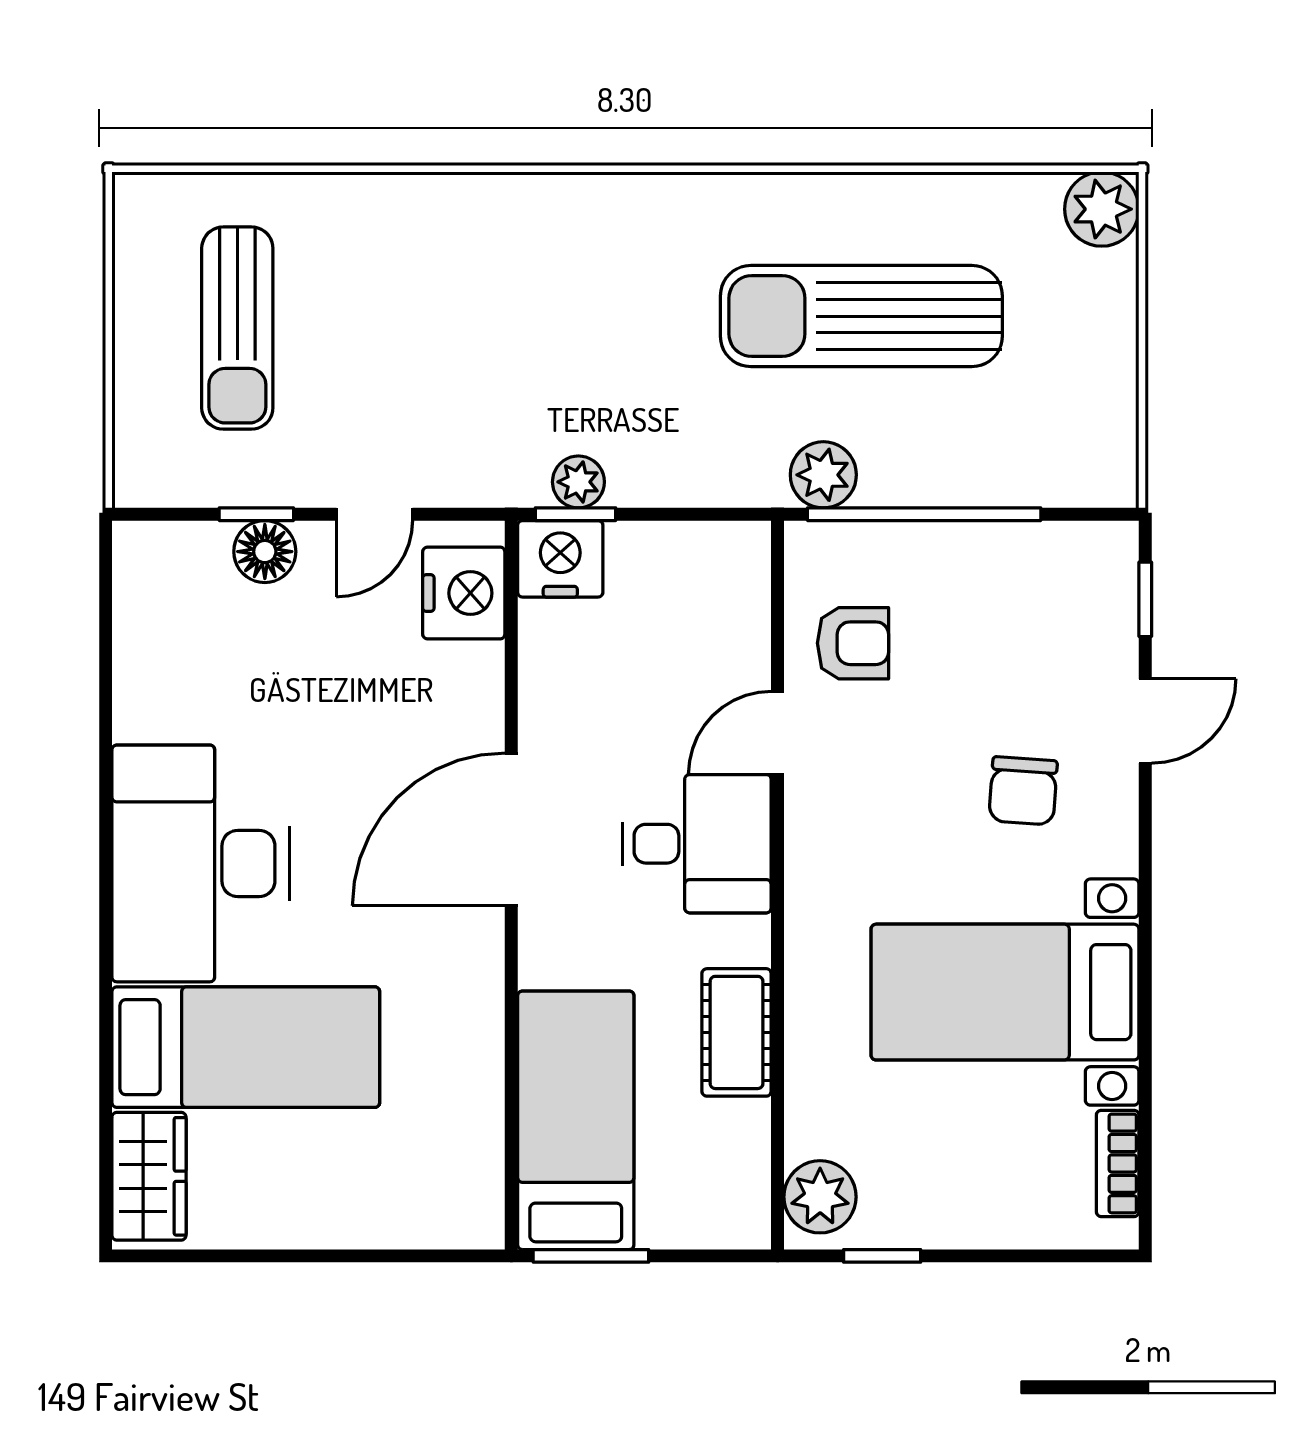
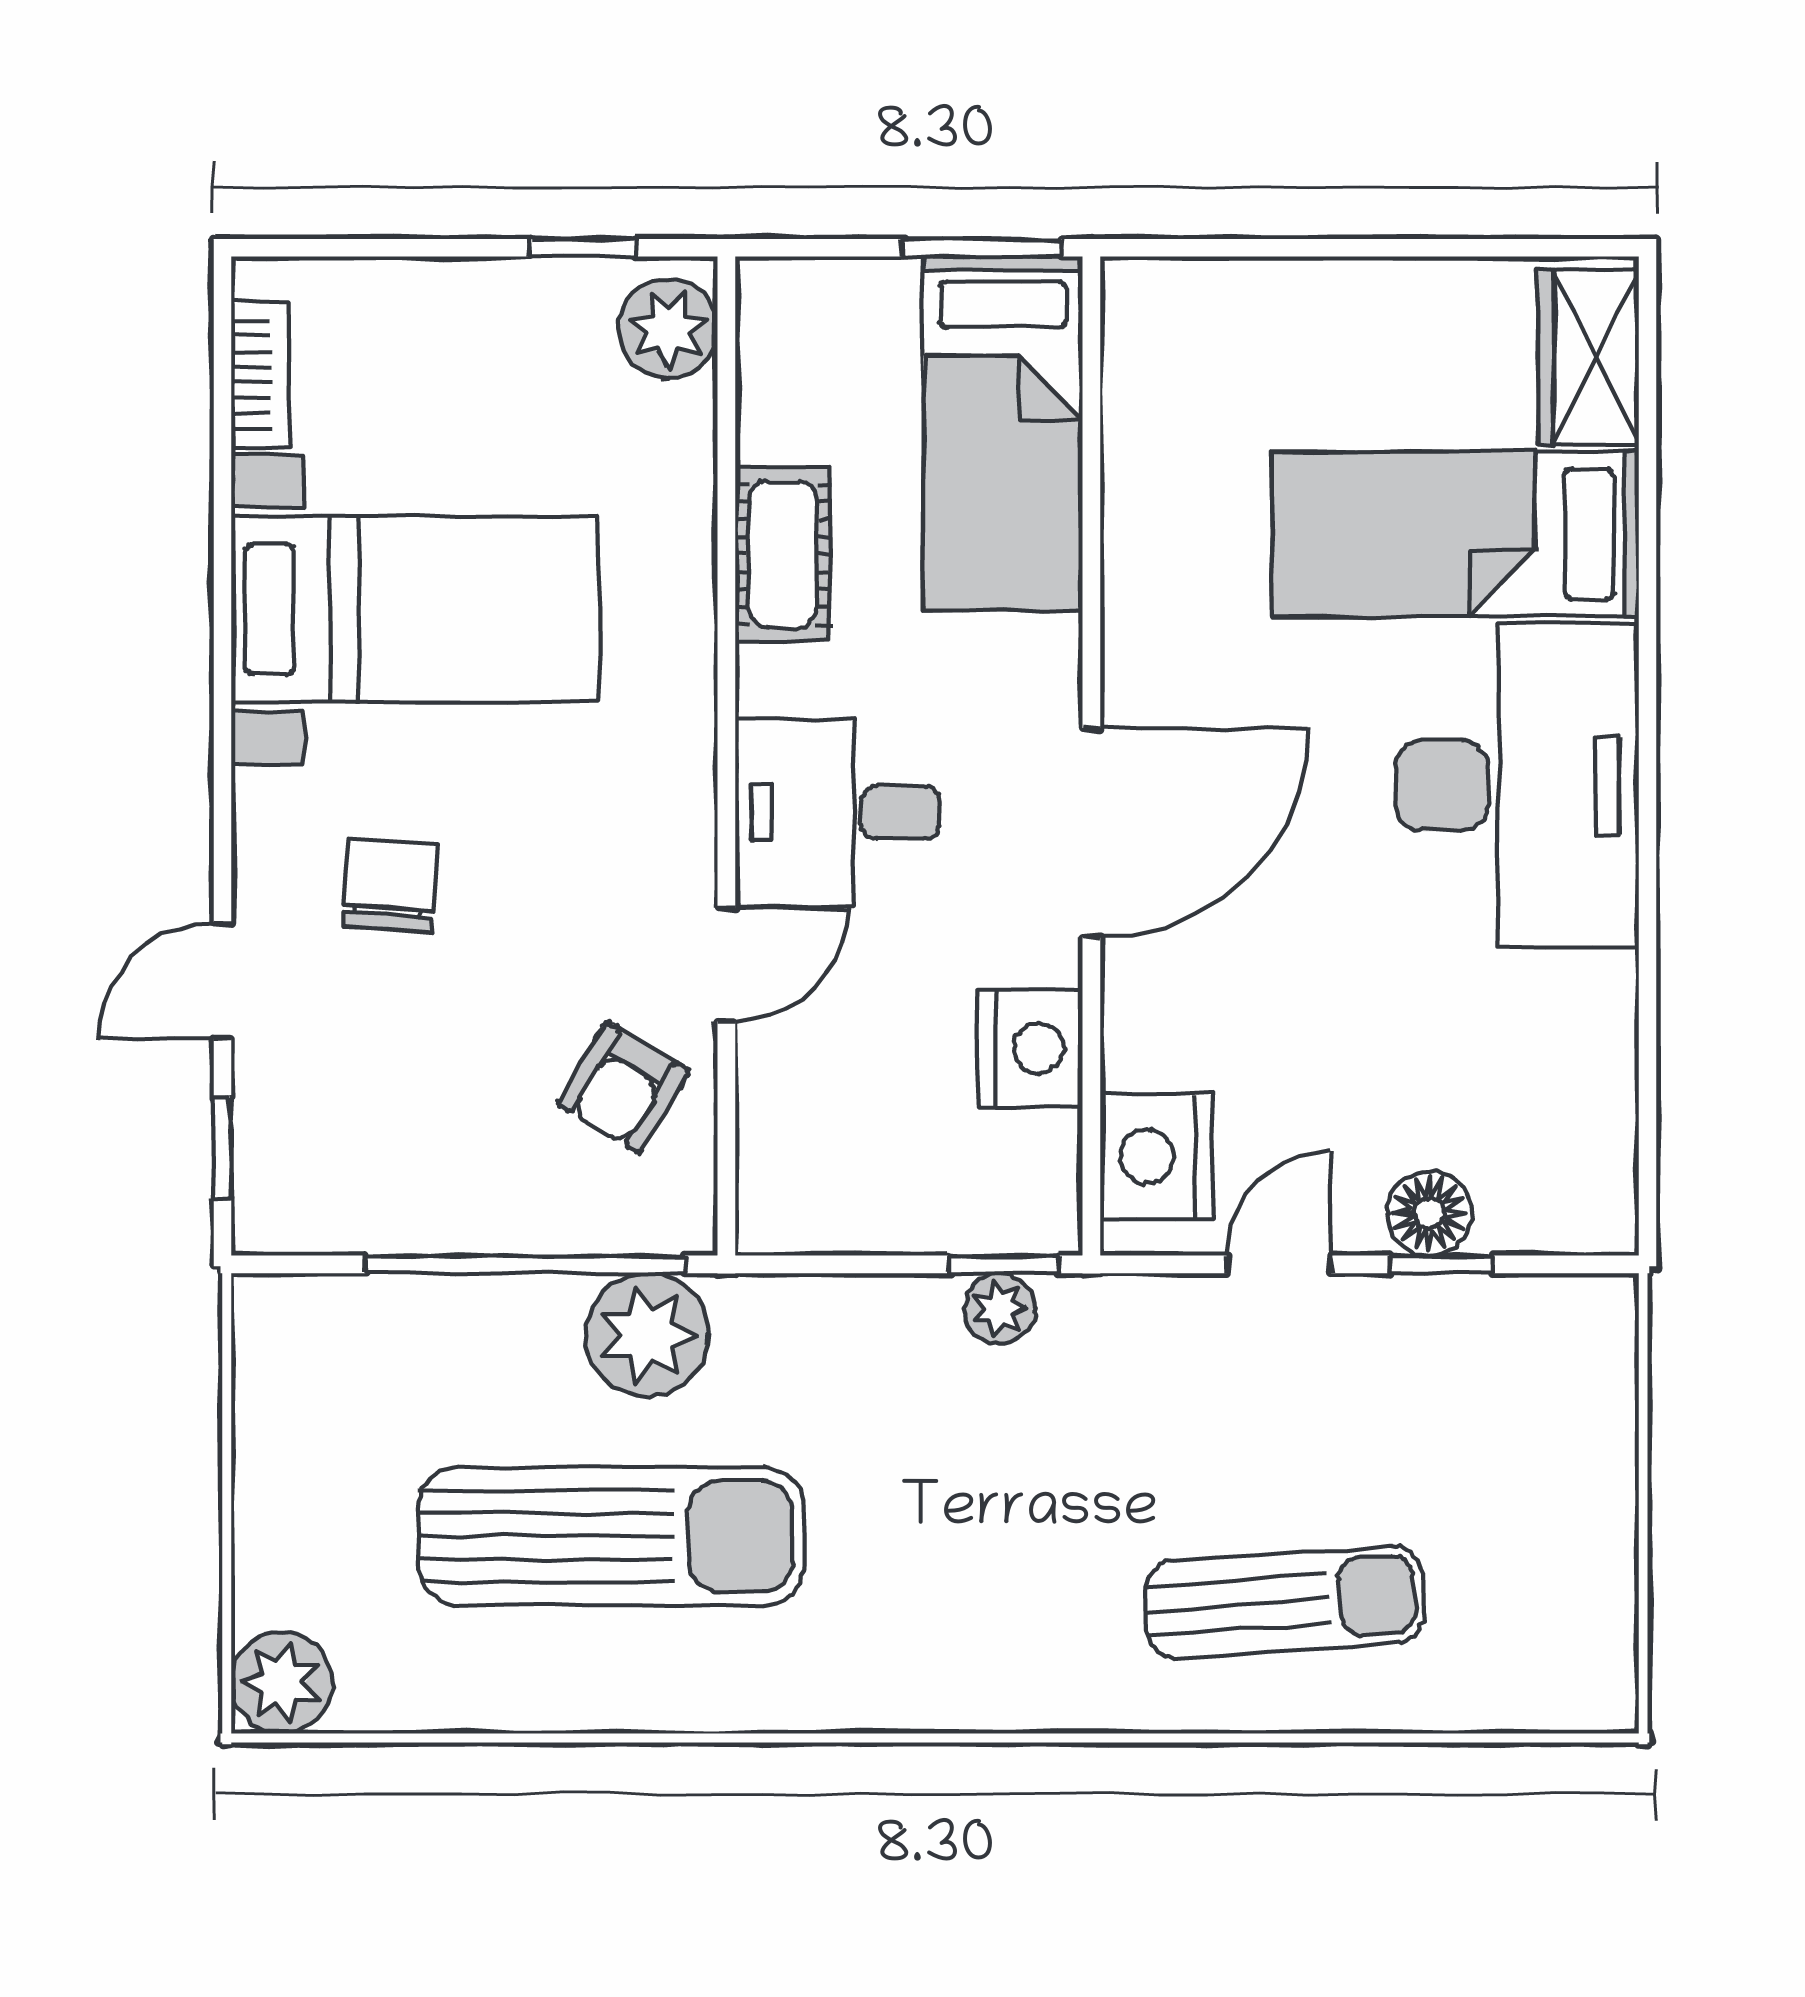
sun lounger: (237, 328) -> (1284, 1602), moved, turned 86
plant: (823, 475) -> (647, 1335), width x1.36, depth x1.36
nightstand: (560, 559) -> (1030, 1048), moved, turned -90
armchair: (853, 643) -> (623, 1088), turned -59

